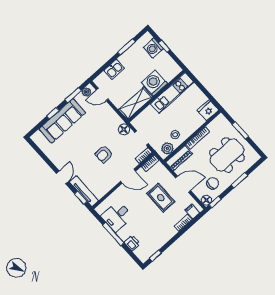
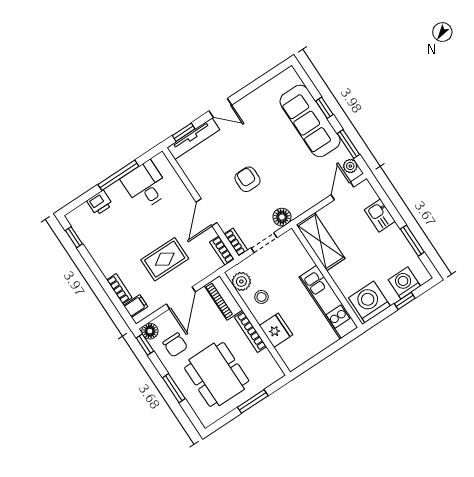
washing machine: (154, 83) -> (369, 302), moved, turned -90
fridge: (208, 110) -> (276, 330), moved

